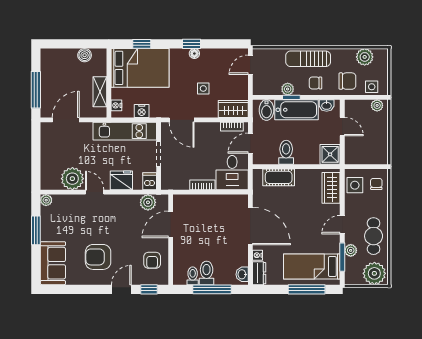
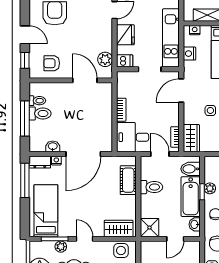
washbasin: (242, 274) -> (53, 146), moved
window: (307, 289) -> (25, 180), moved

